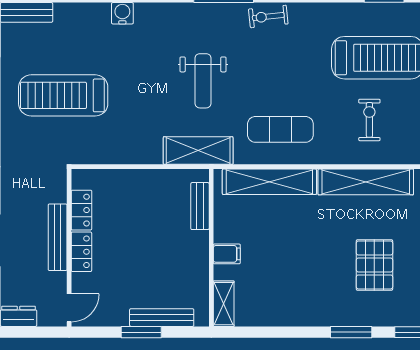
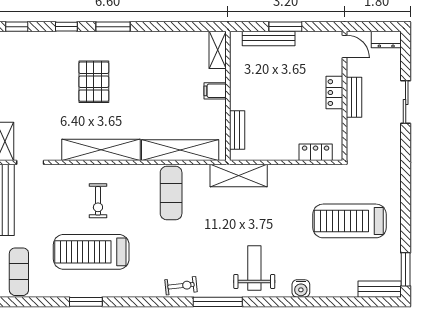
weight bench: (203, 81) -> (254, 268), moved
treadmill: (63, 95) -> (349, 221), turned 180
exercise mat: (280, 129) -> (171, 193), turned 90
locker: (82, 210) -> (316, 152), moved, turned 90
bench: (58, 237) -> (354, 97), width x0.73
door: (69, 308) -> (345, 46), swing flipped

